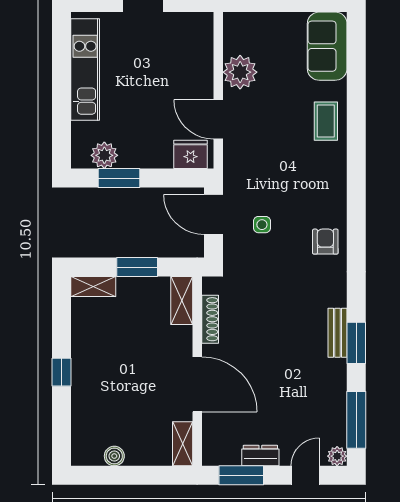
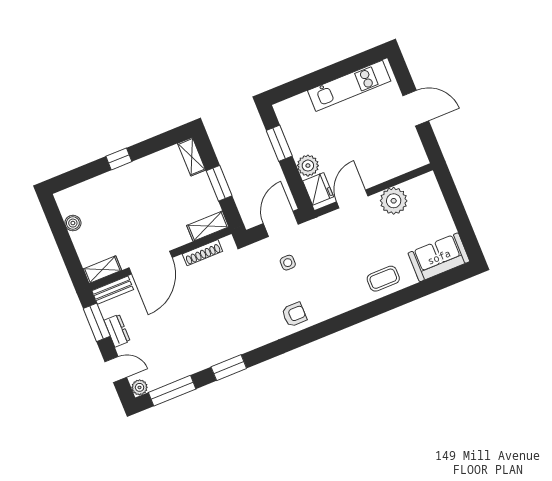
plant: (104, 155) -> (308, 166), moved
bench: (338, 333) -> (113, 290), moved

